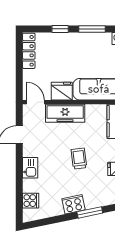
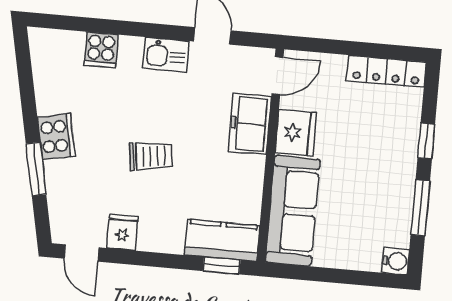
freezer: (65, 113) -> (250, 124), width x0.71
kitchen sink: (30, 168) -> (166, 55), moved
cooker: (31, 201) -> (101, 50), moved

